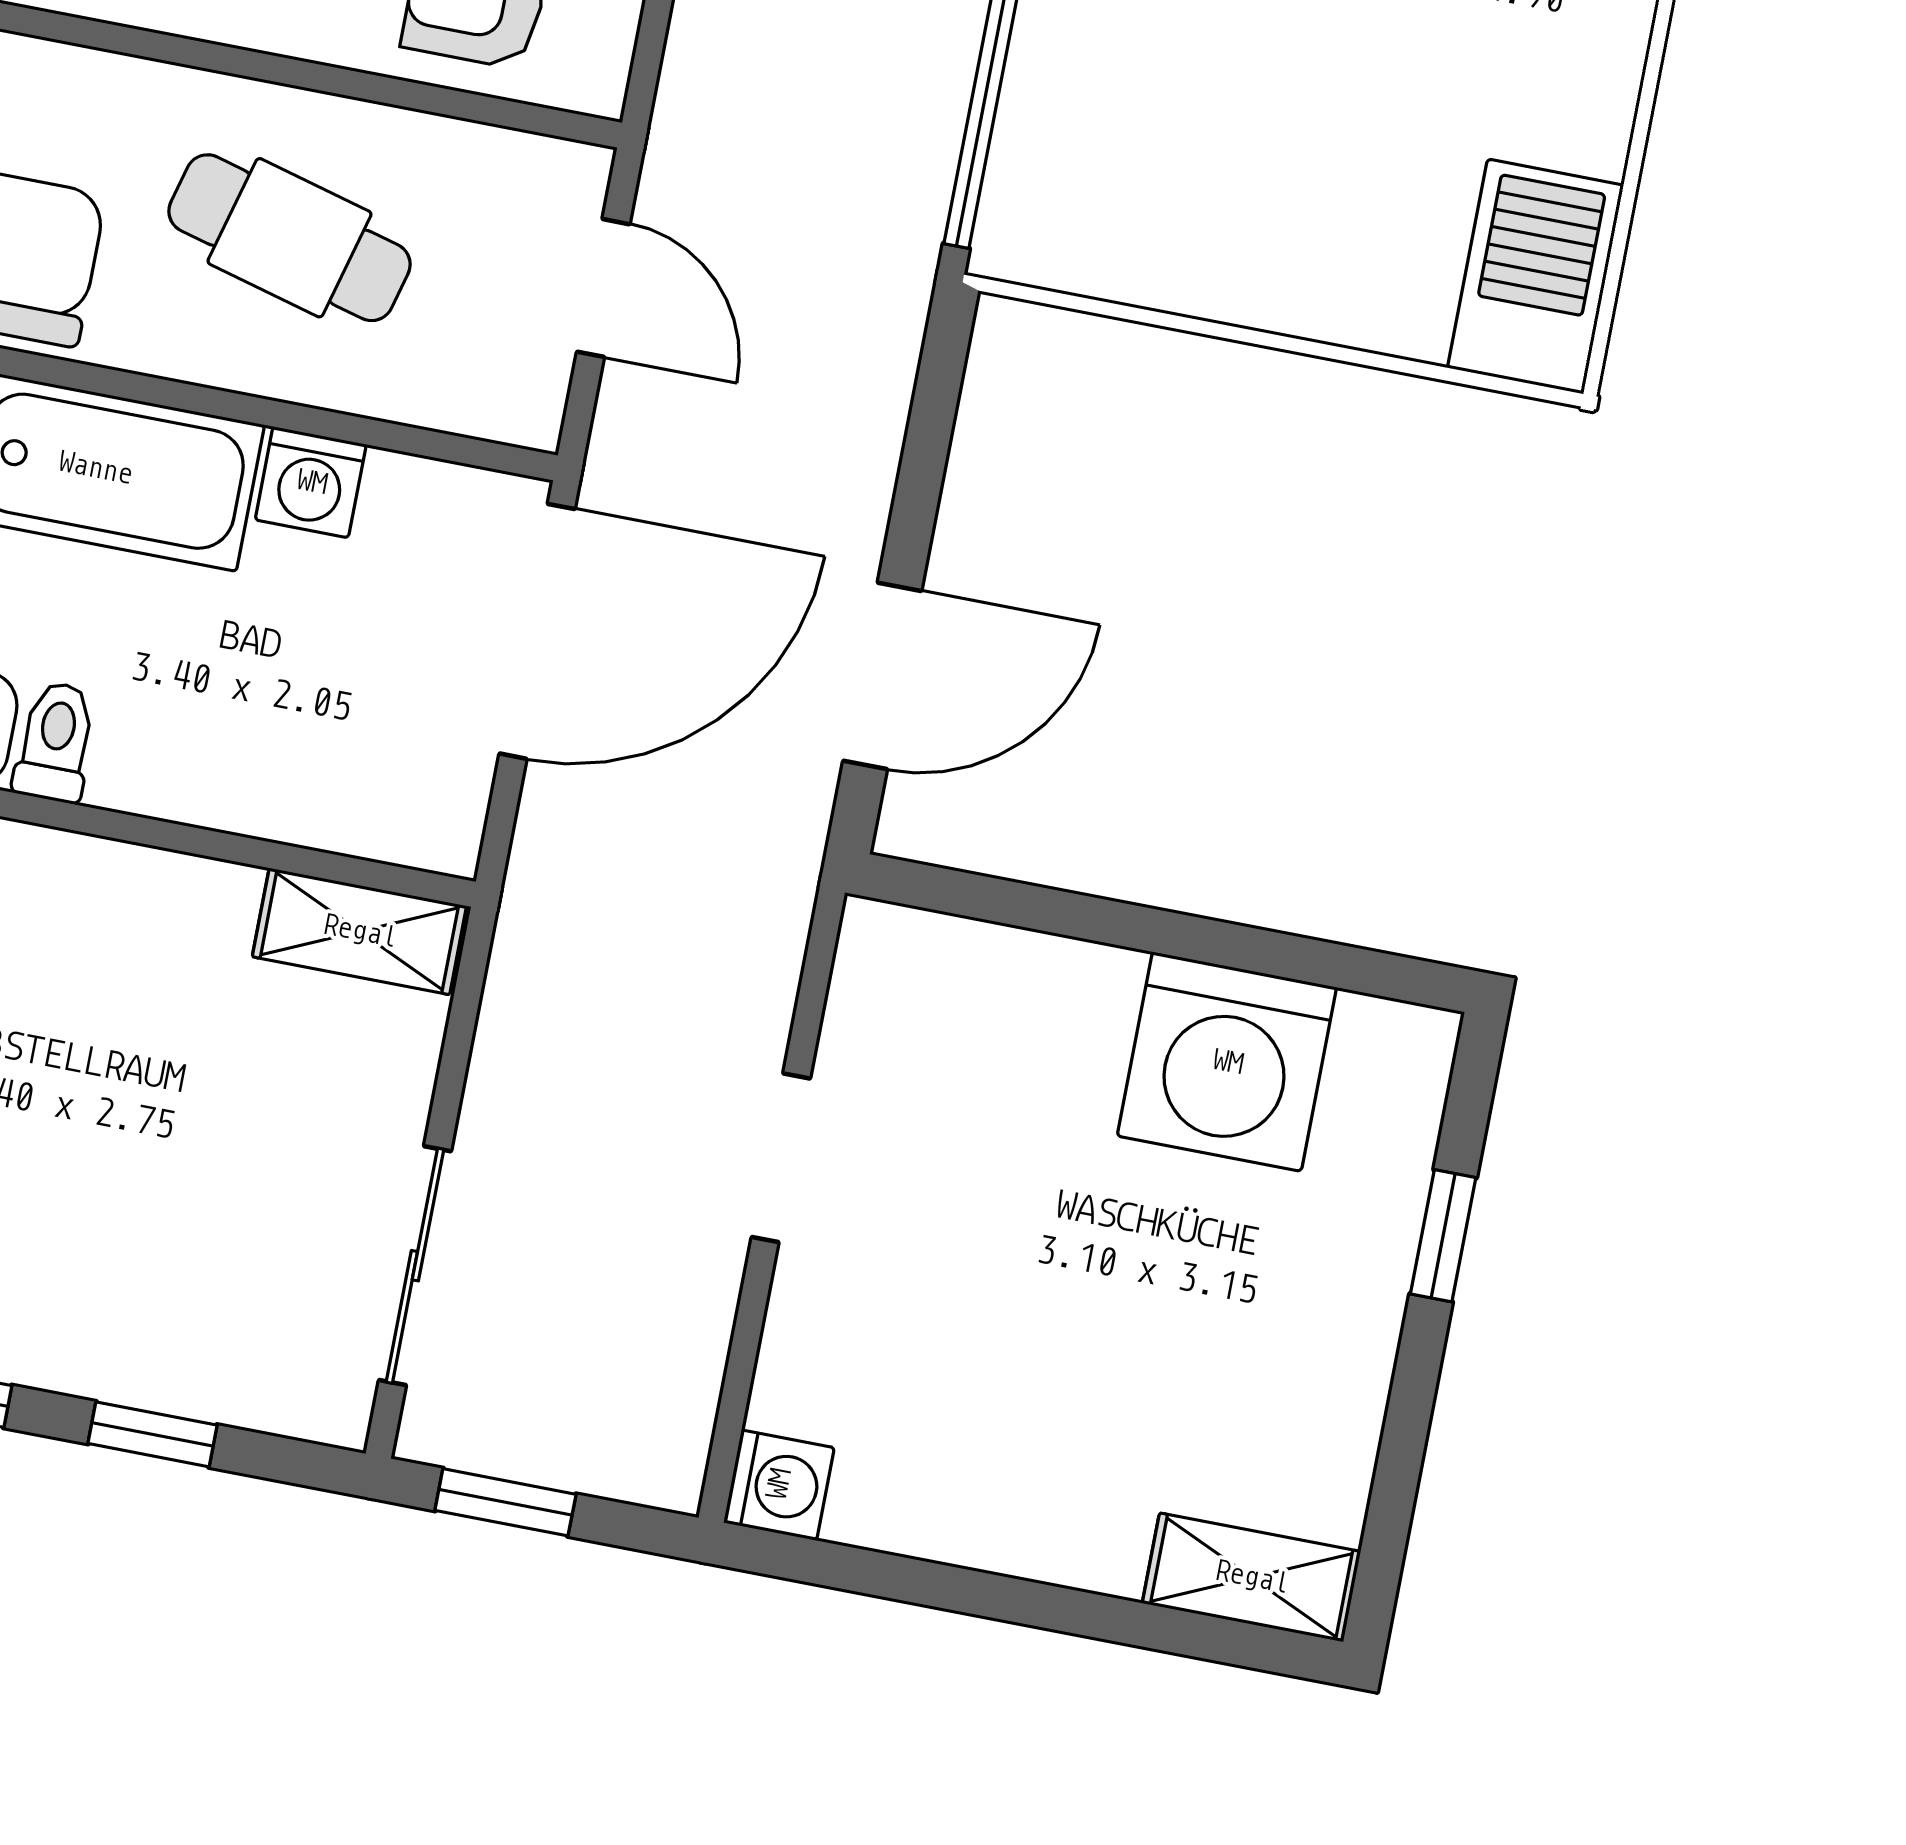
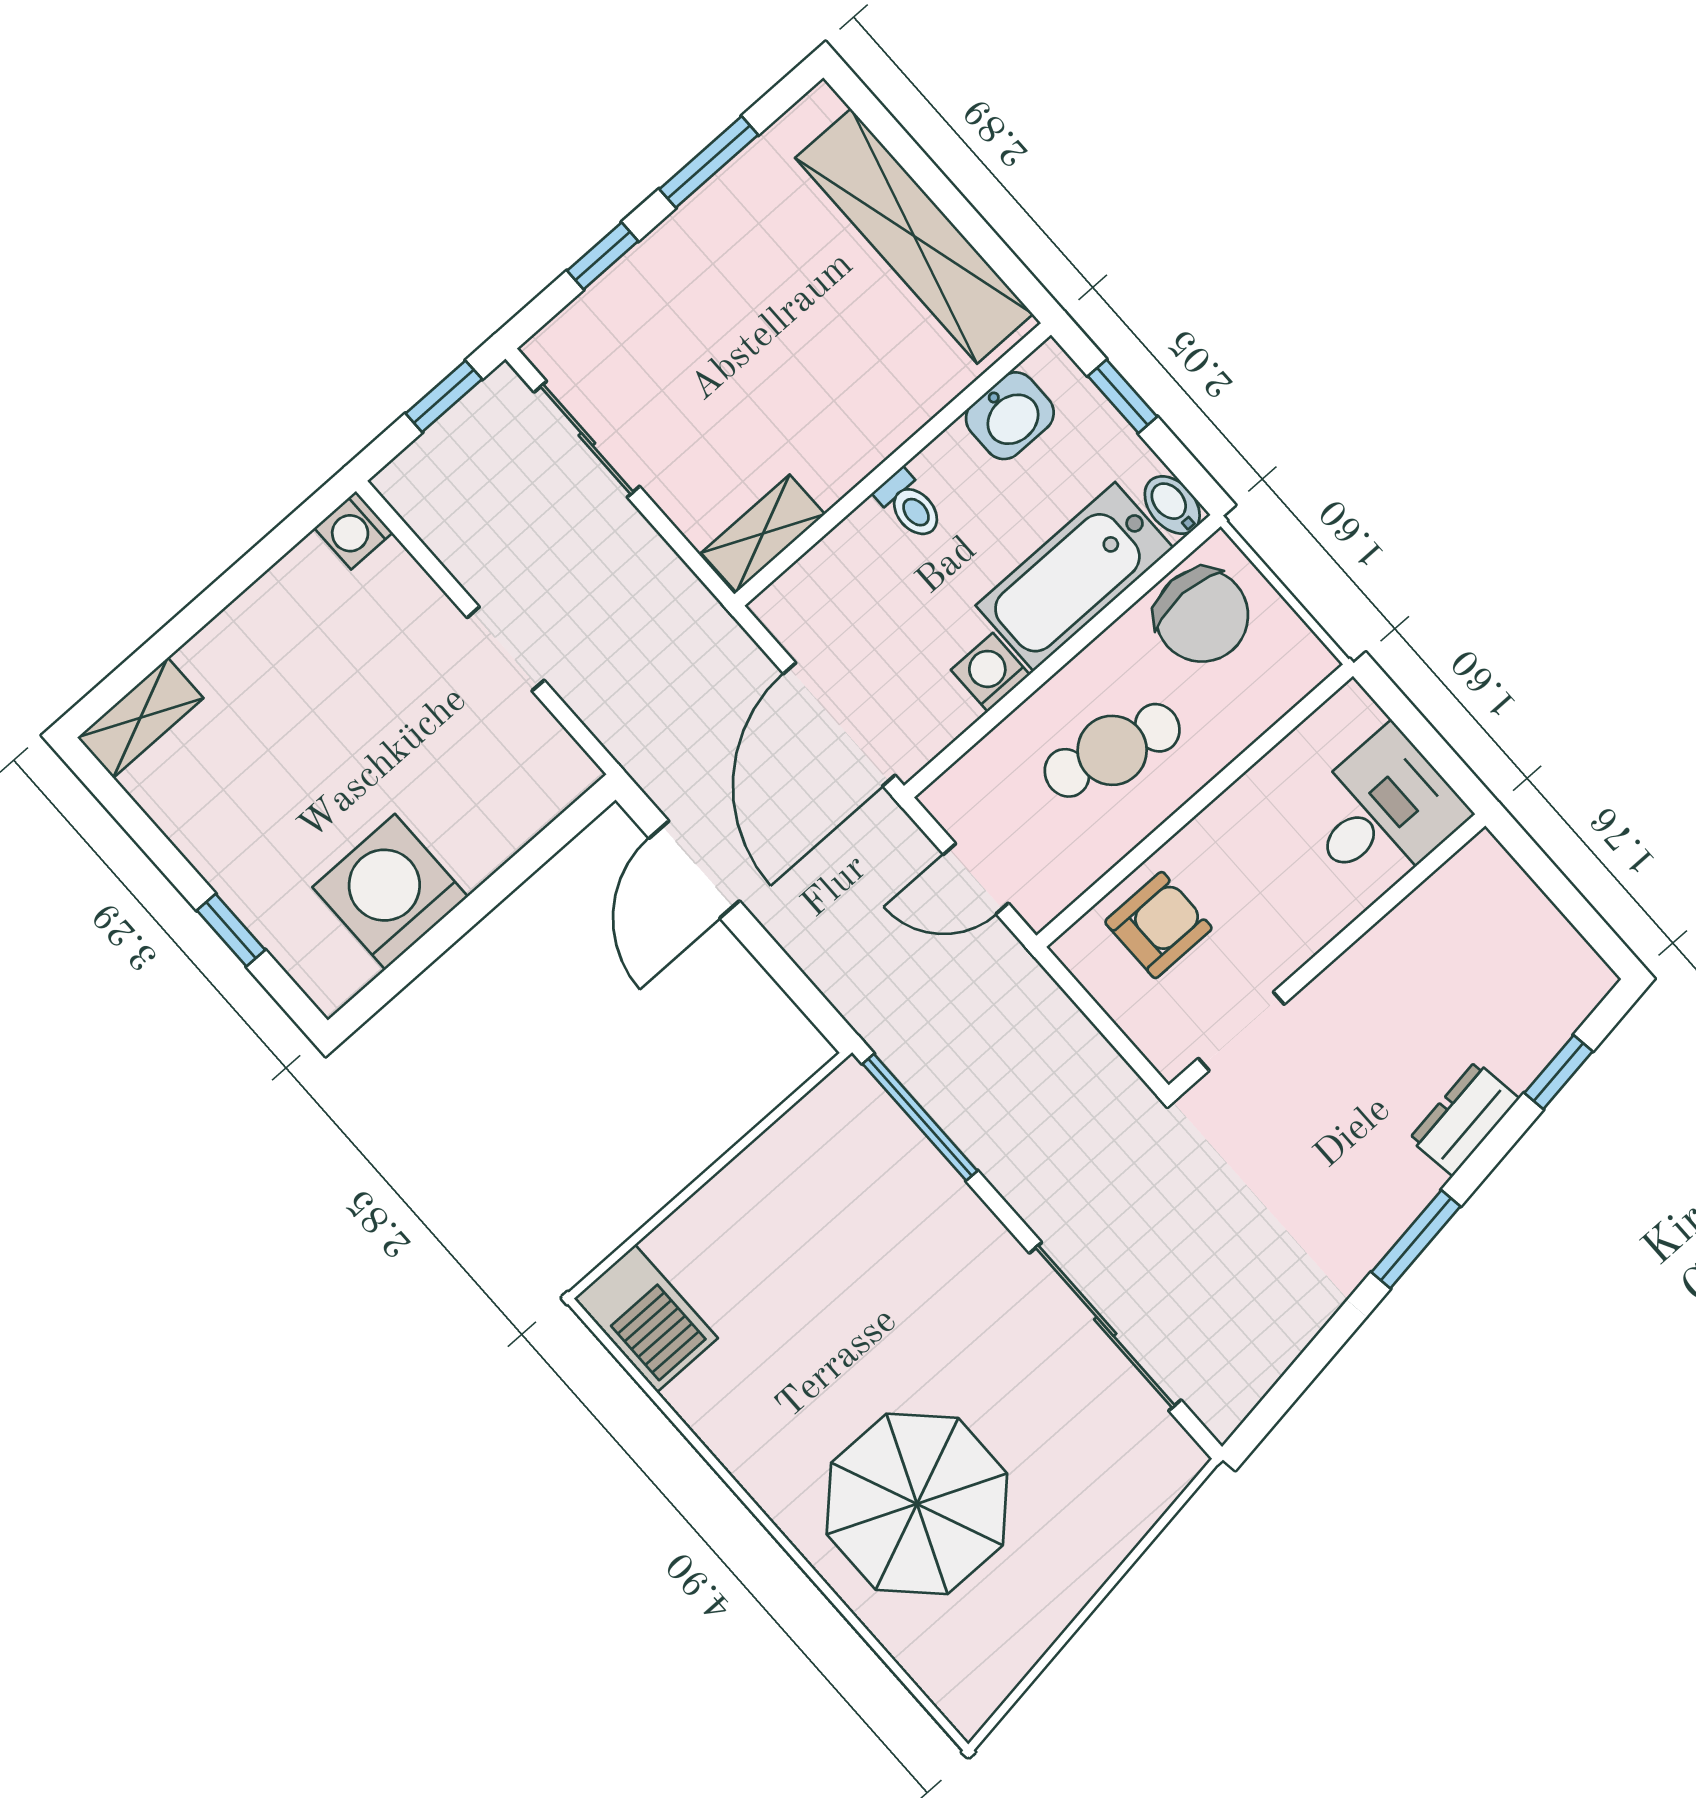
toilet: (55, 742) -> (910, 505), moved

